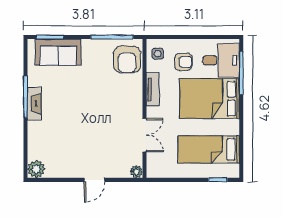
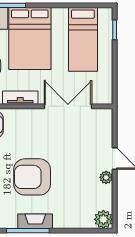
armchair: (77, 101) -> (32, 177), added
double door: (144, 135) -> (68, 106), width x1.37
plant: (136, 172) -> (106, 177), moved

